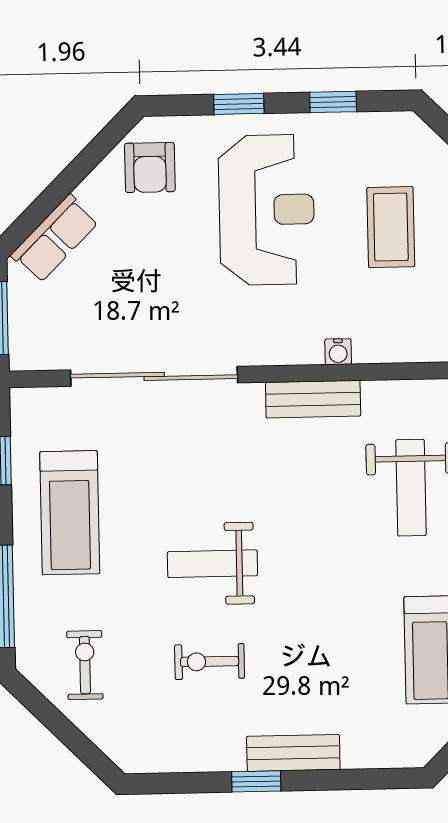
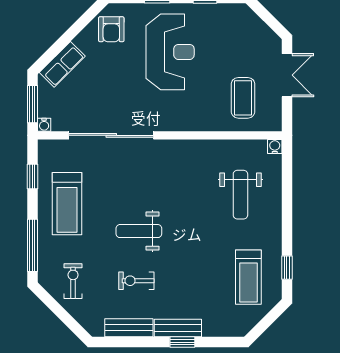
coffee table: (391, 227) -> (243, 98), moved
water cooler: (338, 352) -> (44, 125), moved
bench: (313, 399) -> (129, 328), moved
window: (256, 781) -> (182, 342), moved

